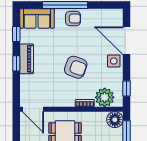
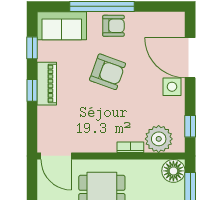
armchair: (76, 67) -> (108, 72), moved

